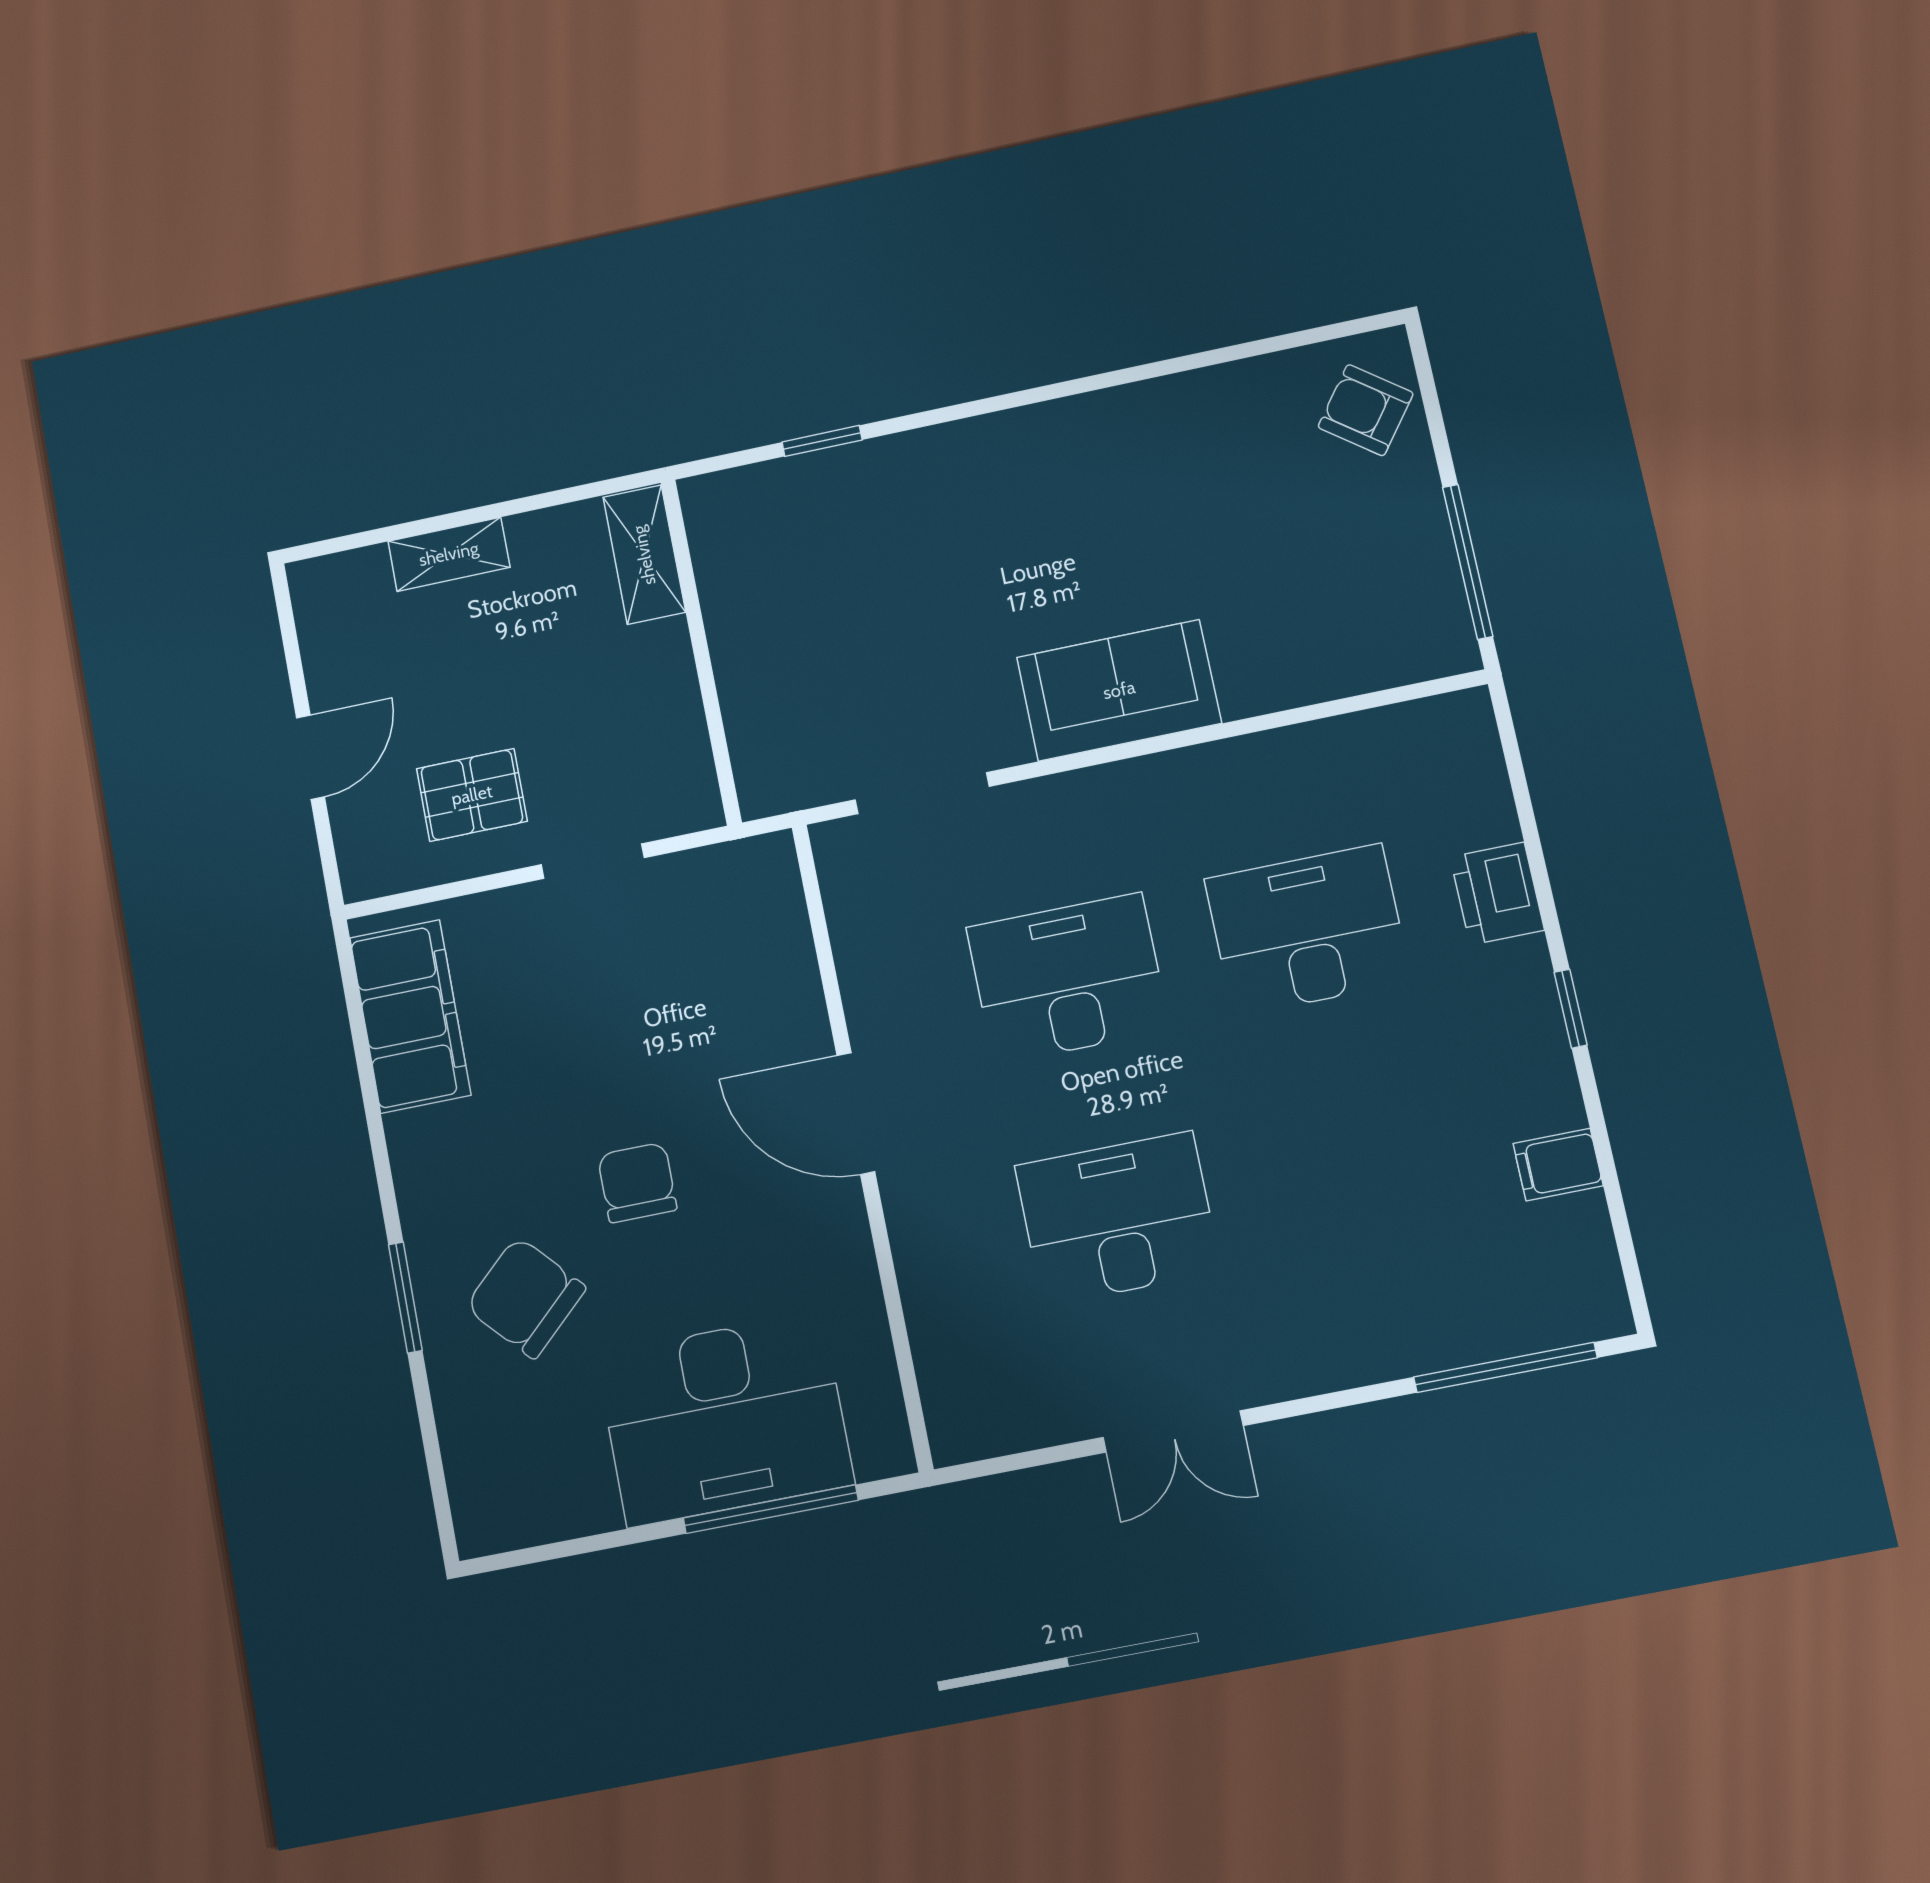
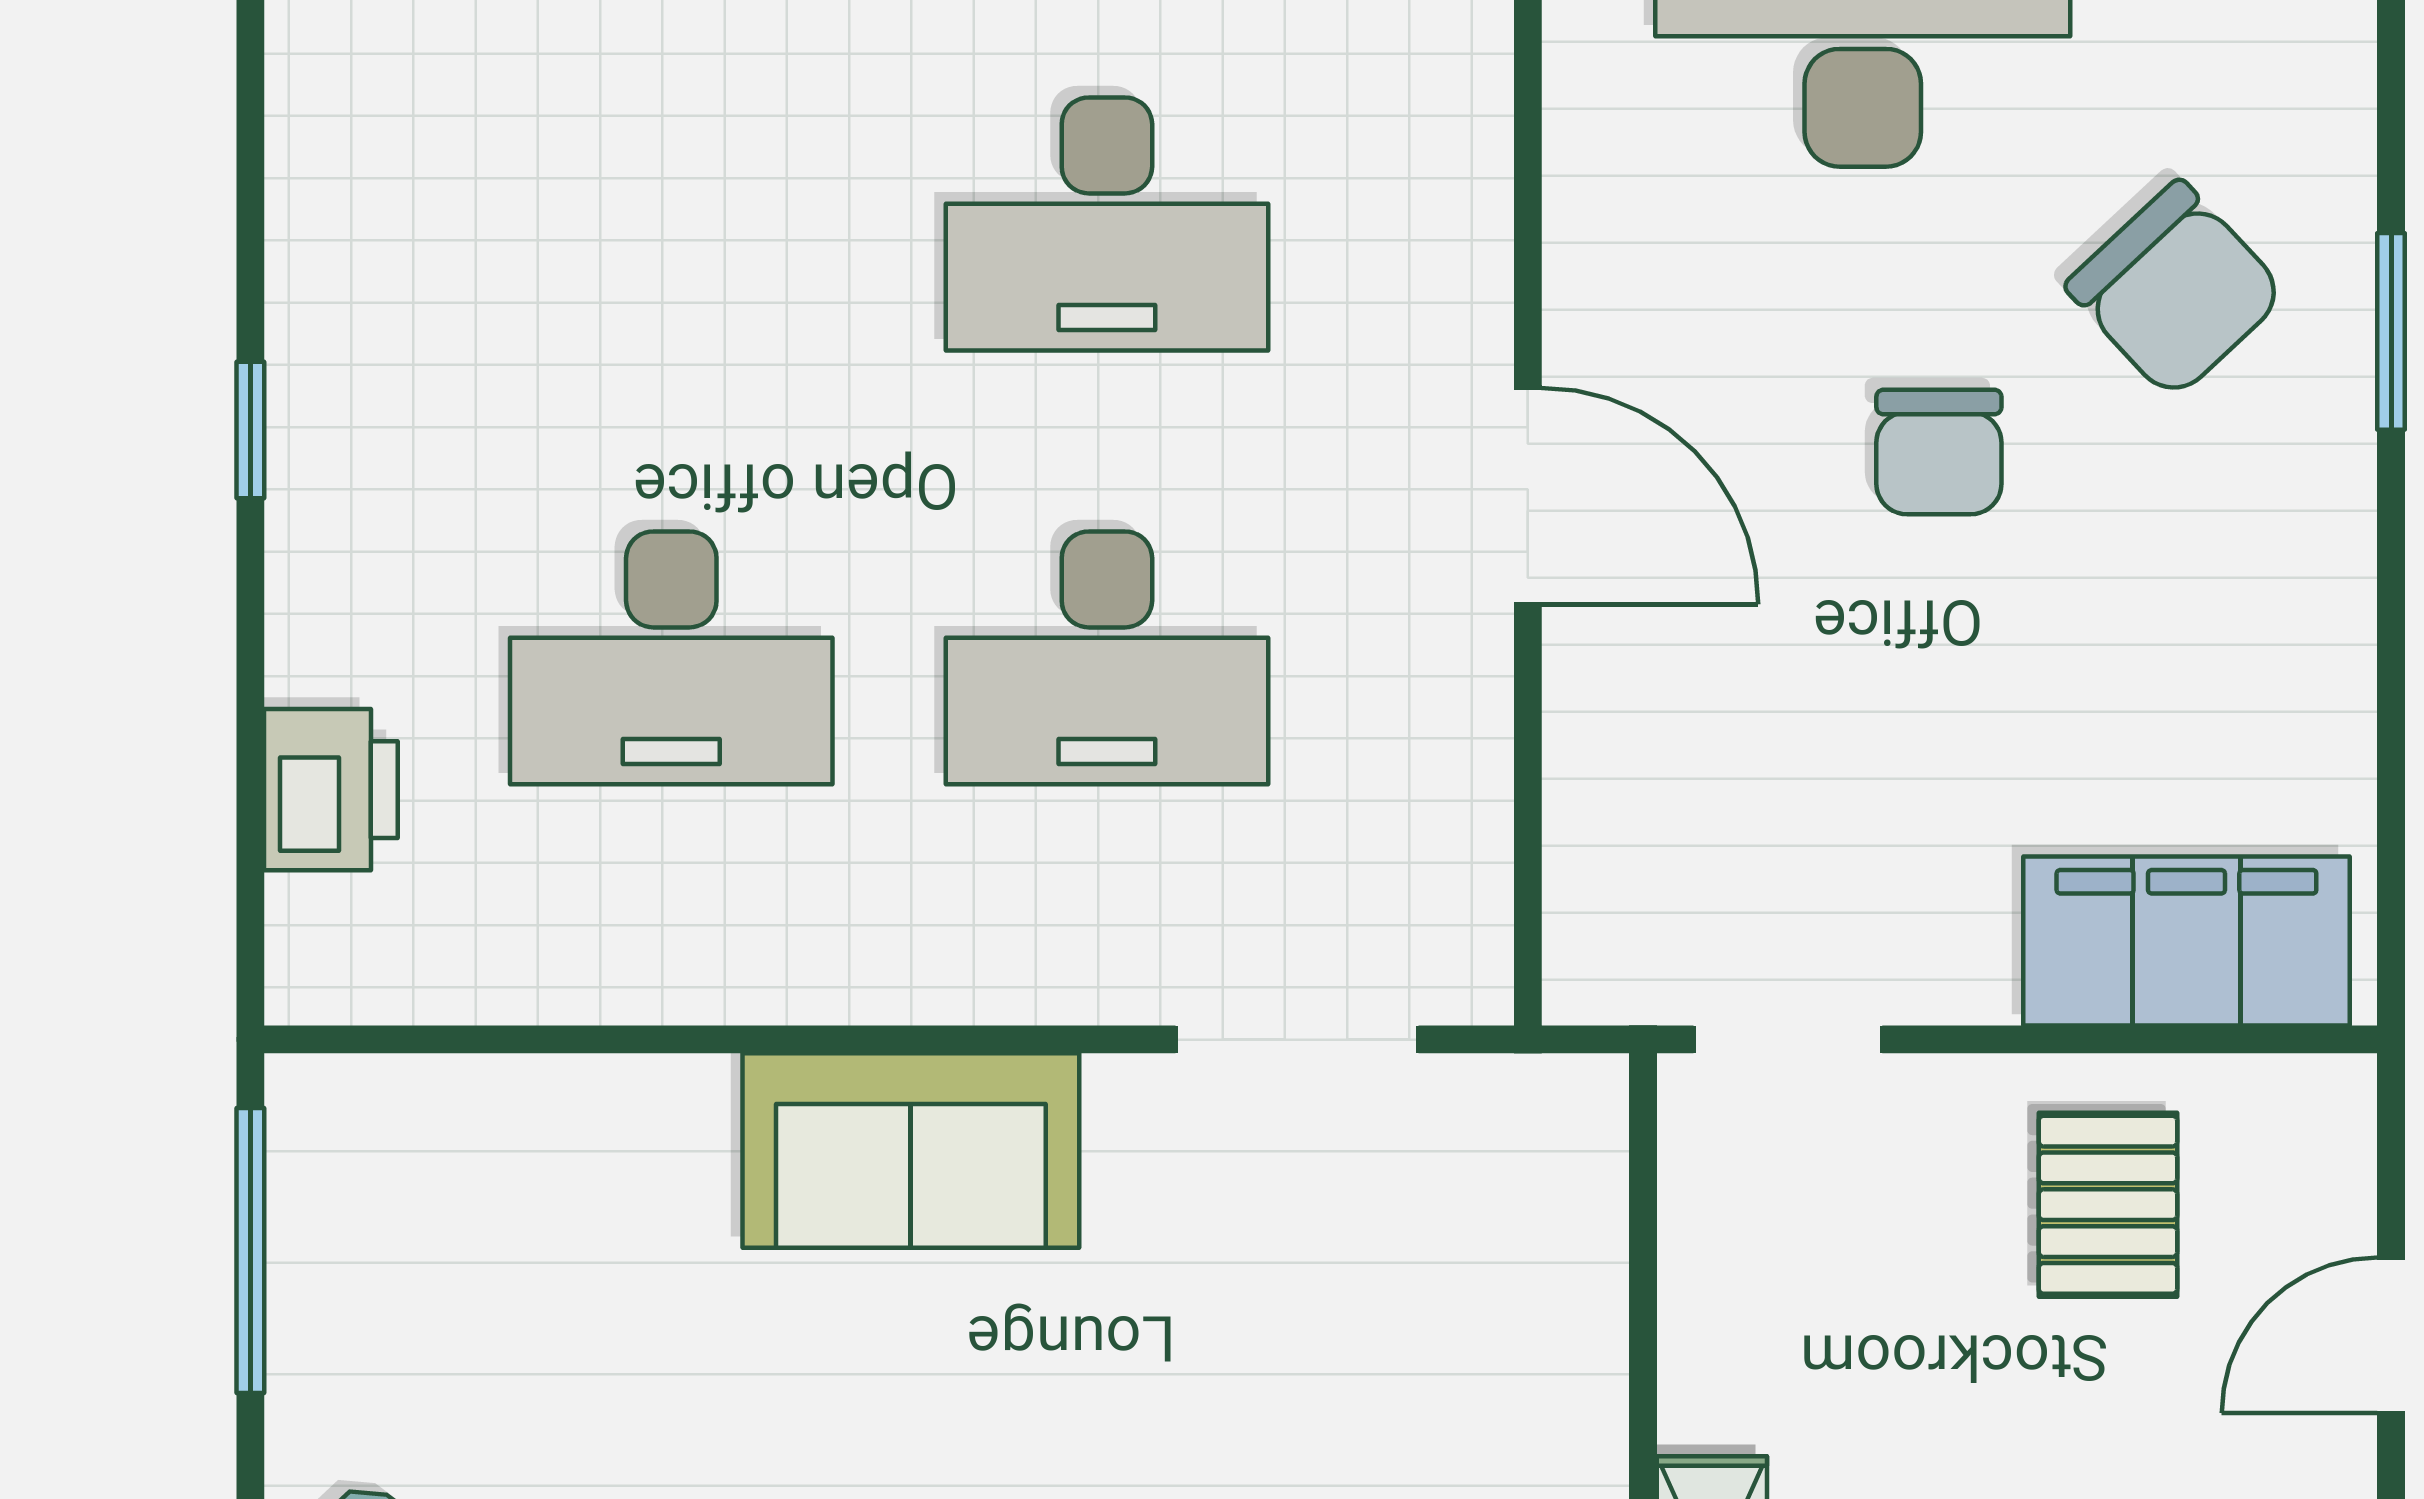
pallet: (472, 795) -> (2108, 1205), turned 90
doorway: (593, 861) -> (1788, 1039), moved
printer: (1497, 894) -> (331, 790), moved
filing cabinet: (410, 1016) -> (2186, 941), moved, turned 90
filing cabinet: (1558, 1165) -> (332, 167), removed

